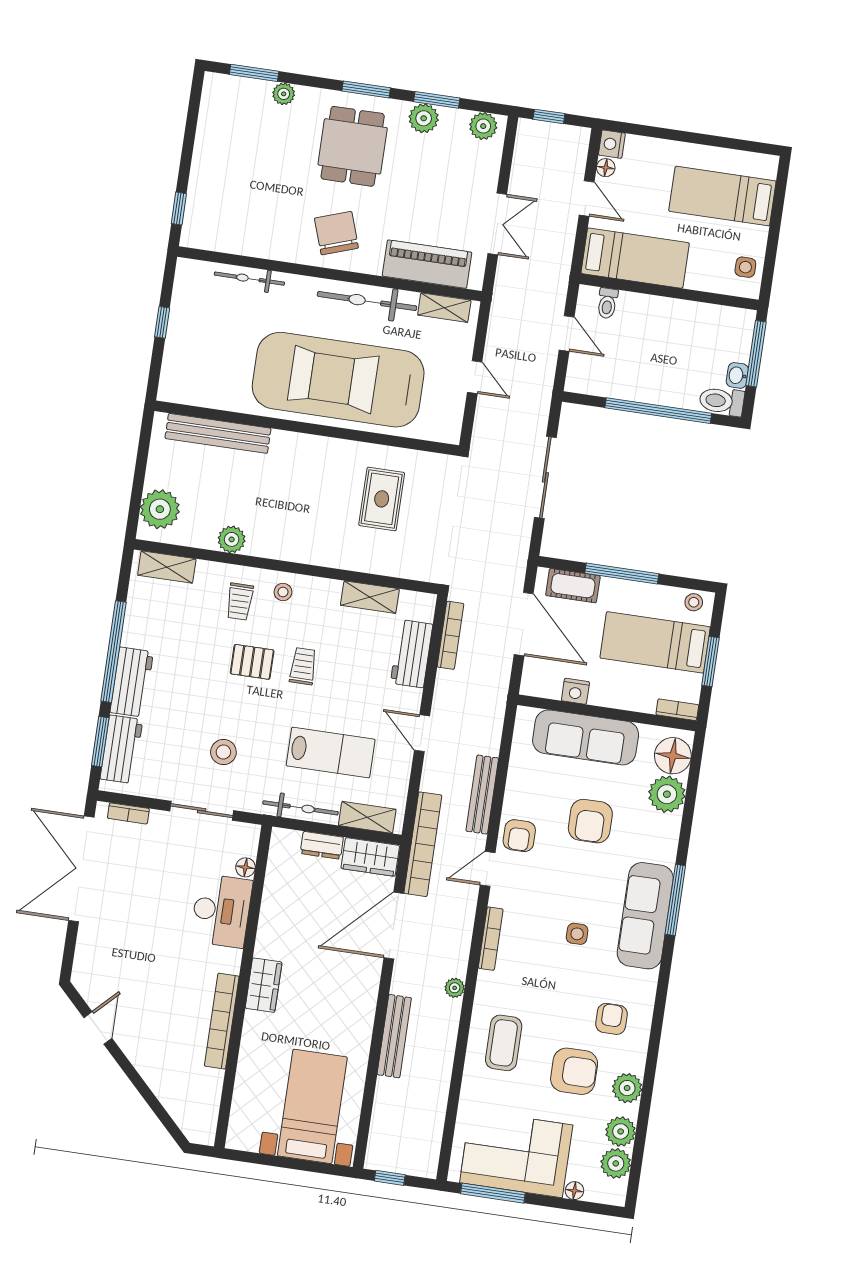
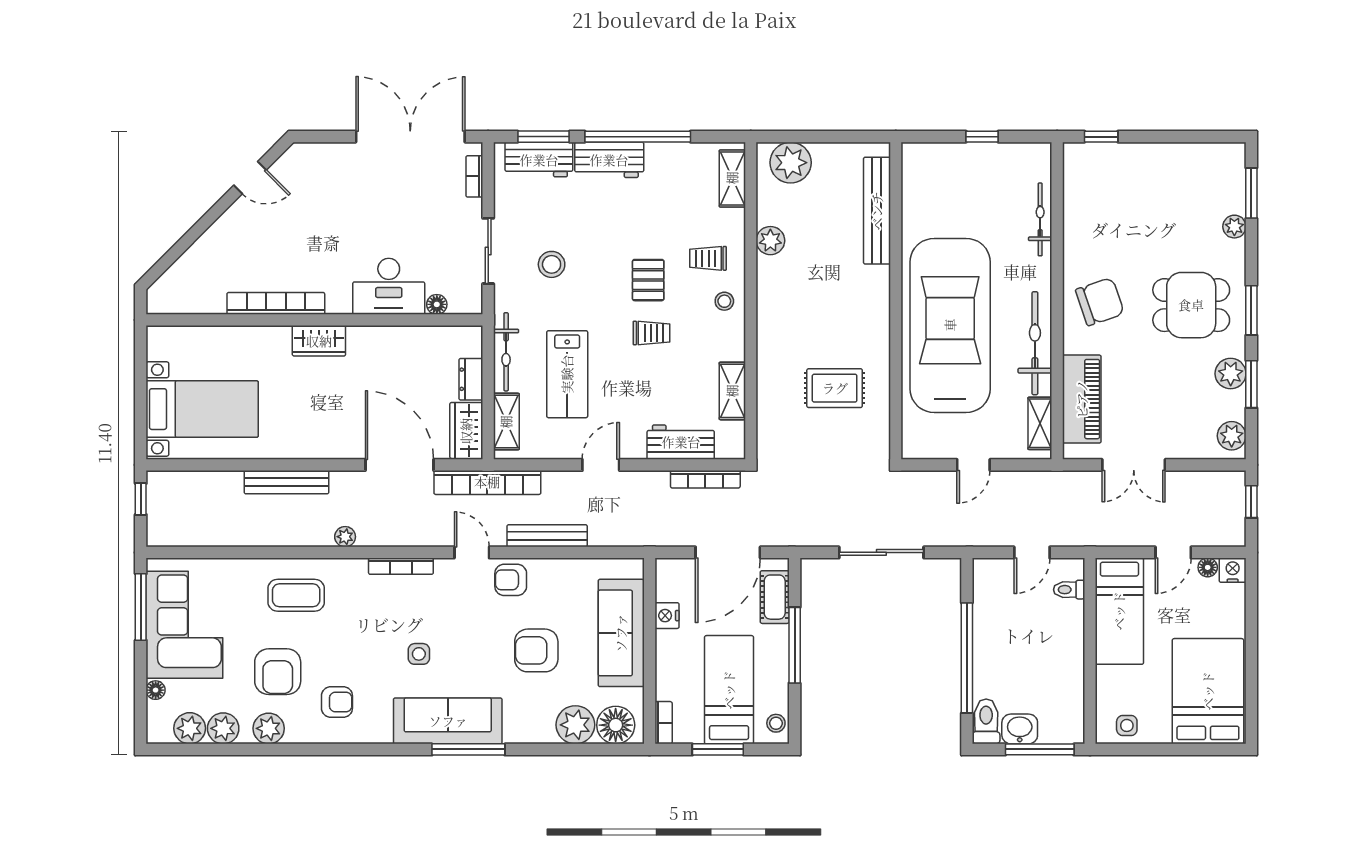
bed: (722, 196) -> (1208, 691), width x1.50
washbasin: (737, 375) -> (1020, 729), width x1.38, depth x1.45

